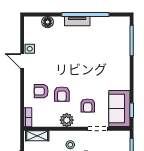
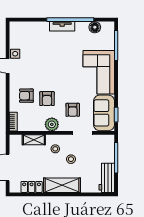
floor lamp: (48, 22) -> (95, 27), moved
corner sofa: (114, 67) -> (99, 72), added
shelving: (37, 136) -> (34, 140), moved

